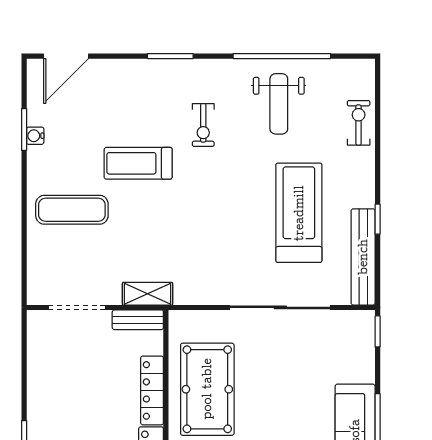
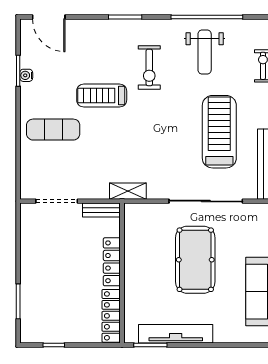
door: (66, 56) -> (49, 17), hinge flipped
exercise bike: (203, 125) -> (149, 67), width x1.38, depth x1.39
shelving: (147, 294) -> (128, 191), moved
pool table: (207, 389) -> (195, 260), moved

